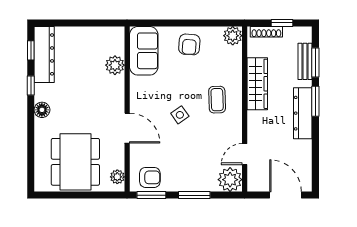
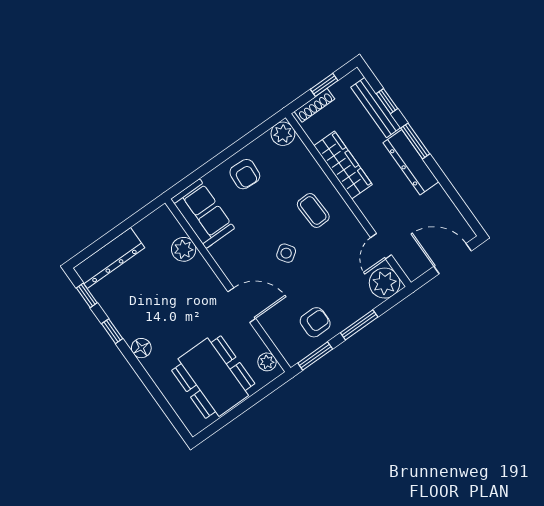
dresser: (44, 54) -> (109, 258), moved, turned 90
bench: (305, 61) -> (376, 108), width x1.36
window: (315, 62) -> (387, 101), width x0.67
armchair: (150, 177) -> (315, 322), moved

